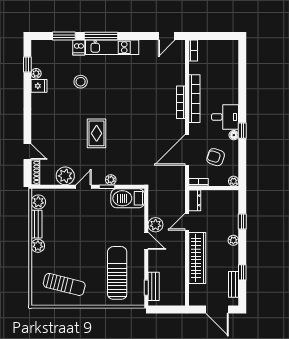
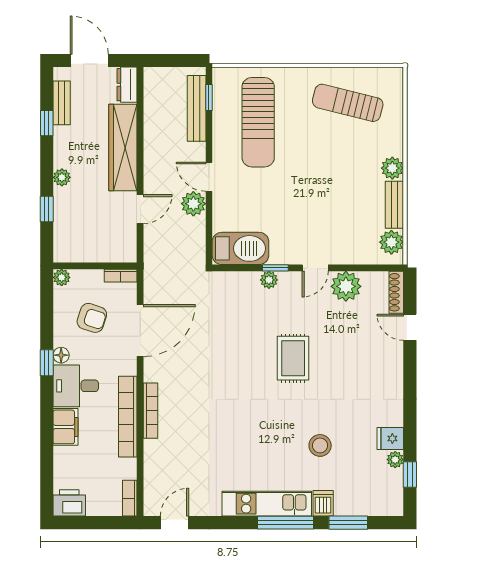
printer: (229, 48) -> (69, 503), added
filing cabinet: (231, 93) -> (65, 427), added
dresser: (195, 200) -> (127, 85), moved
bench: (154, 286) -> (197, 108), width x1.36

